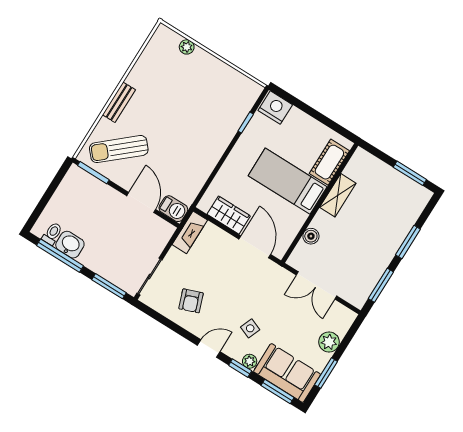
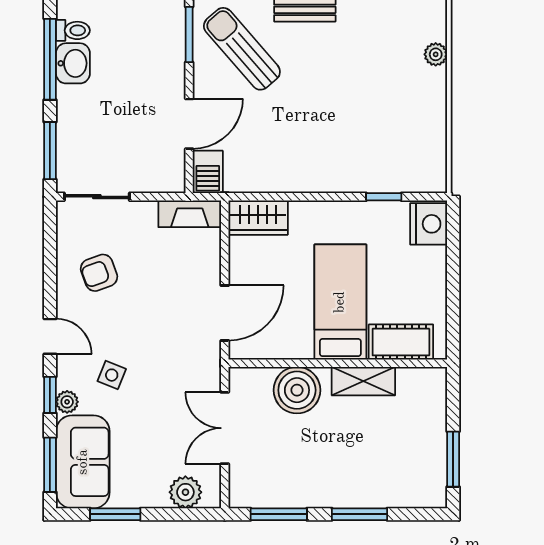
wardrobe: (229, 215) -> (258, 218), moved, turned 90
boiler: (311, 236) -> (297, 390), width x1.86, depth x1.86
plant: (329, 342) -> (185, 492), moved

